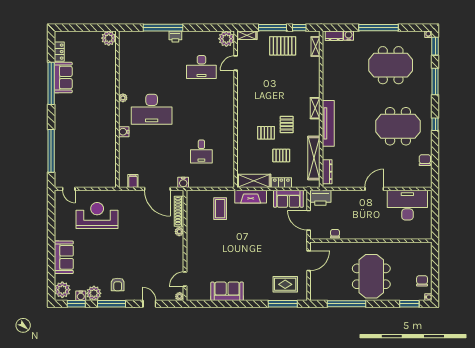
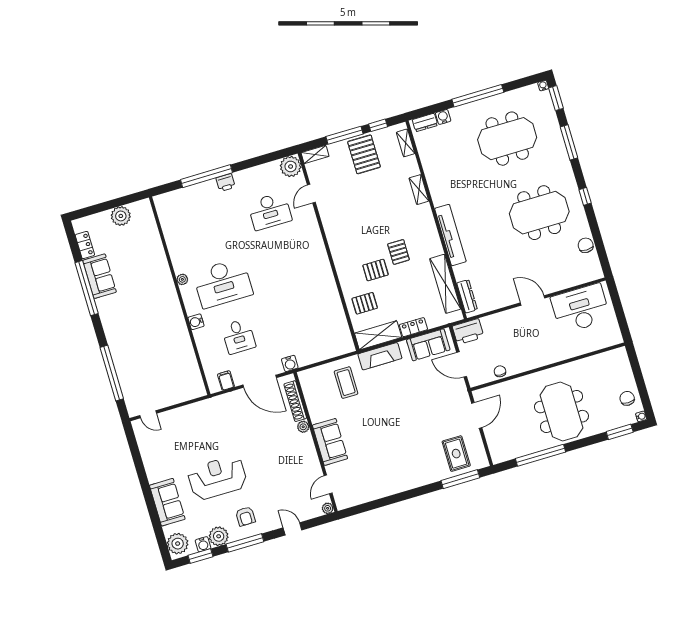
plant: (109, 38) -> (121, 216), moved
pallet: (283, 46) -> (364, 154), turned 90
shelving: (315, 108) -> (419, 190), moved
desk: (201, 152) -> (239, 336), moved
pallet: (281, 156) -> (365, 303), moved
door: (374, 189) -> (533, 300), hinge flipped
reception desk: (97, 215) -> (217, 478), moved
rug: (285, 284) -> (456, 454), turned 90
sofa: (227, 291) -> (330, 442), moved, turned 90

